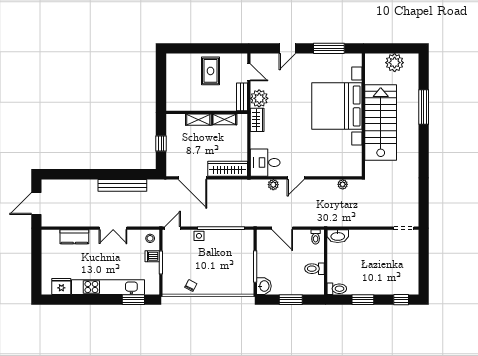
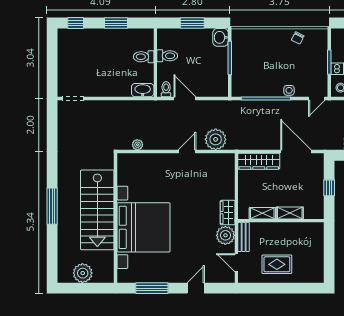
rug: (210, 71) -> (277, 264), turned 90
window: (424, 107) -> (52, 206), moved
desk: (265, 163) -> (219, 168), removed
plant: (273, 185) -> (216, 139), width x1.88, depth x1.88
door: (282, 228) -> (185, 98), moved
toilet: (337, 289) -> (144, 57), moved

